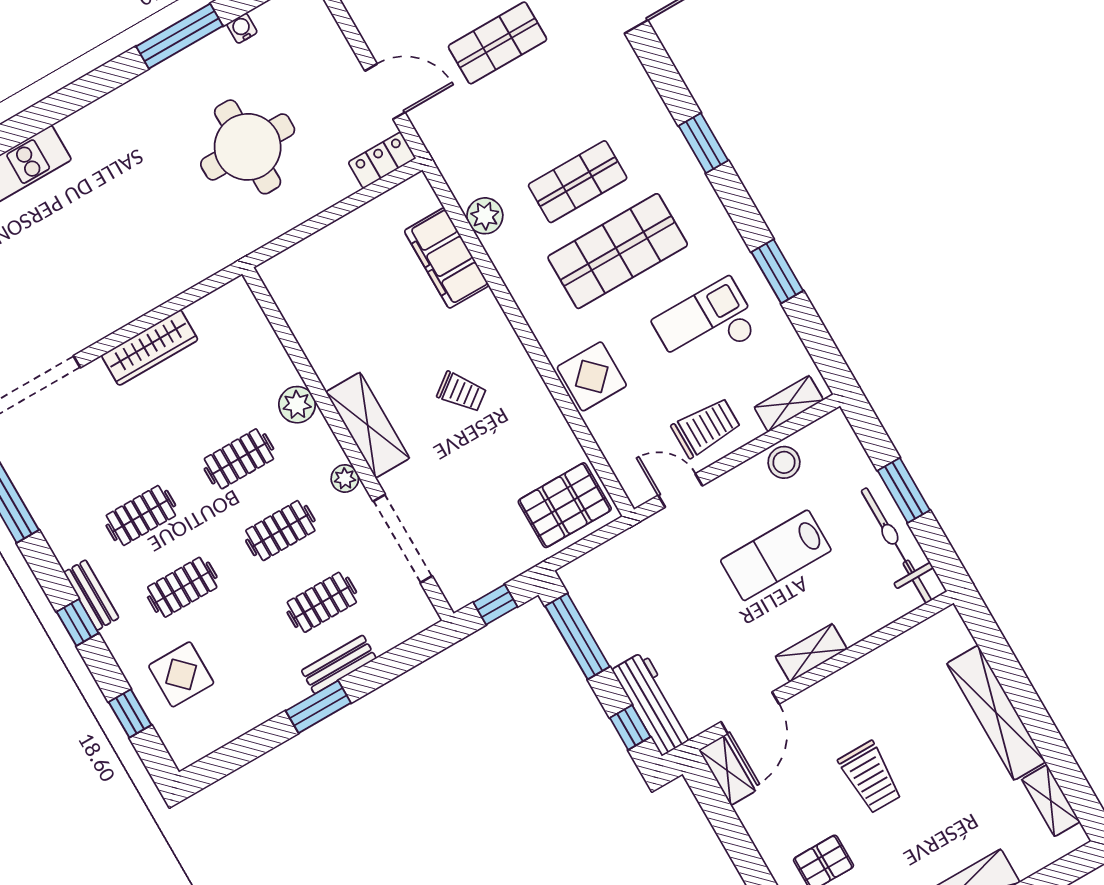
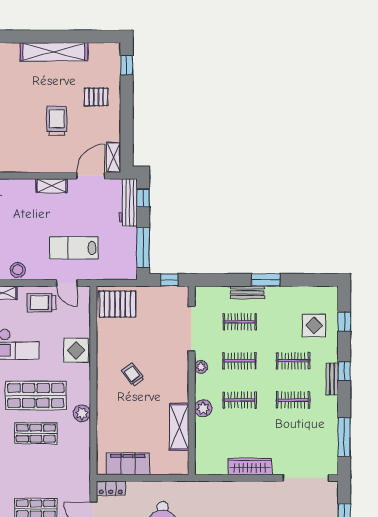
plant: (485, 216) -> (82, 413), moved
filing cabinet: (447, 258) -> (128, 464), moved, turned -90
shelving: (368, 425) -> (179, 427), moved
lab bench: (776, 555) -> (74, 248), moved, turned 180

